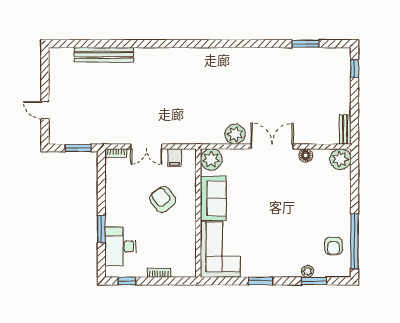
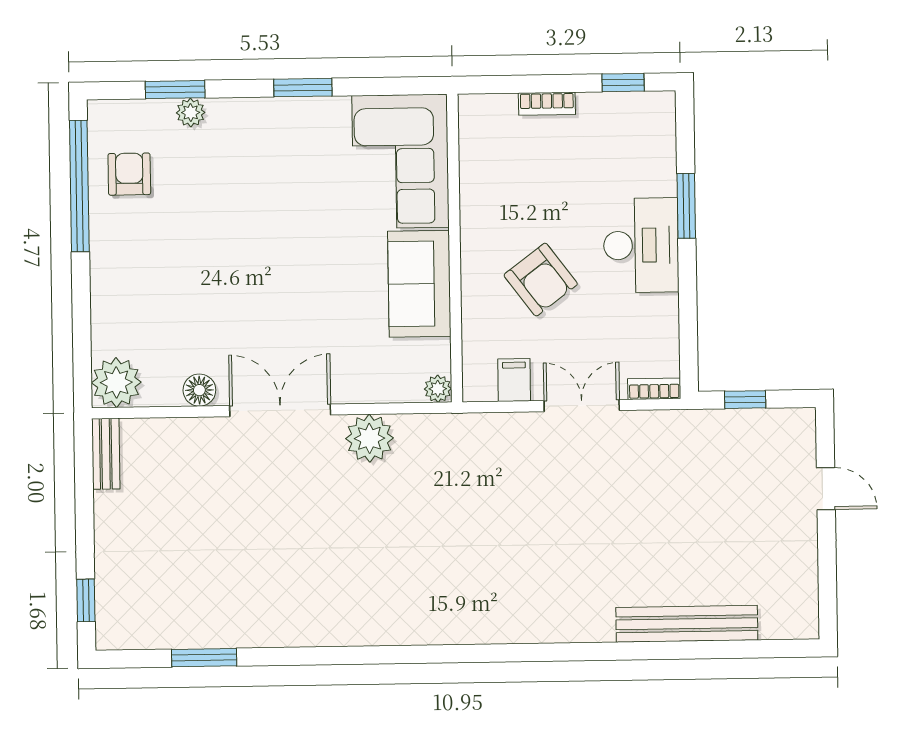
double door: (272, 146) -> (280, 410), swing flipped
window: (78, 148) -> (745, 400), width x0.67
plant: (211, 159) -> (438, 389), width x0.53, depth x0.53
desk: (120, 246) -> (641, 245), moved

